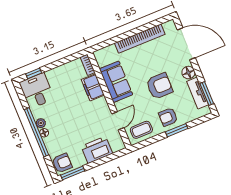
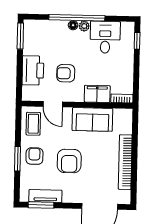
floor lamp: (188, 73) -> (70, 196), removed
desk: (37, 91) -> (105, 37), moved, turned -90
armchair: (62, 163) -> (66, 73), moved, turned 90

